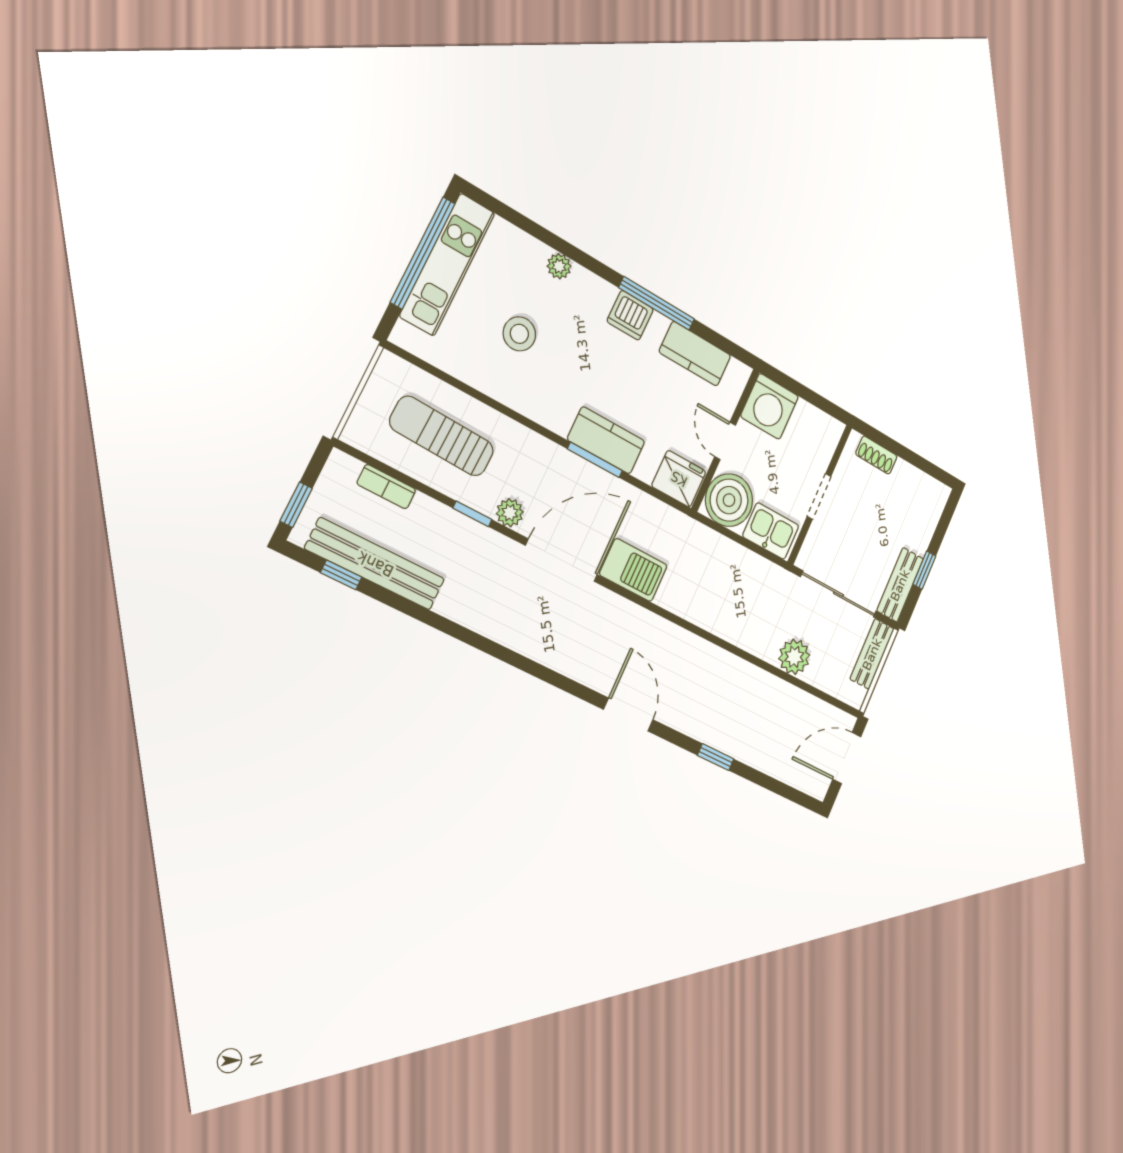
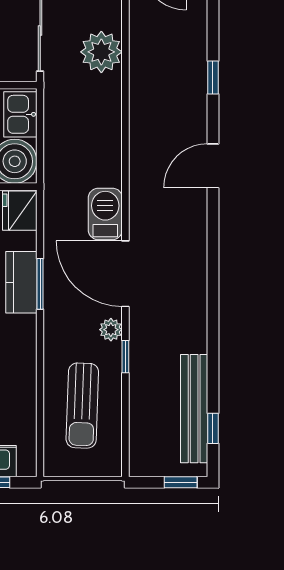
bookcase: (386, 487) -> (137, 427), removed
plant: (794, 657) -> (101, 52), width x1.36, depth x1.36

